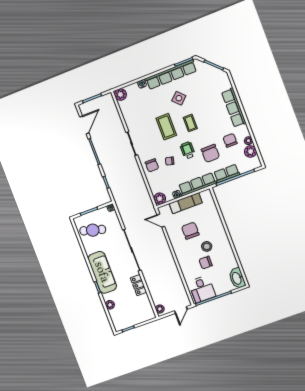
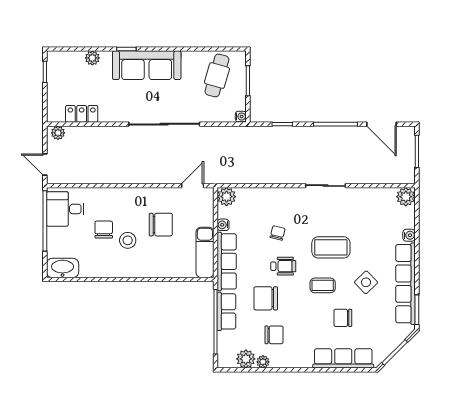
row of seats: (234, 108) -> (343, 358), moved
chair: (152, 165) -> (343, 318), moved
exam couch: (186, 203) -> (205, 252), moved
locker: (138, 285) -> (82, 114), moved

